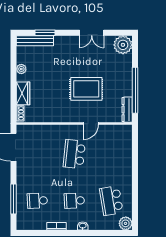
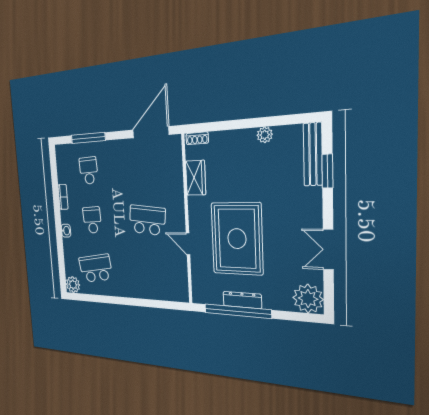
rug: (86, 89) -> (237, 239), width x1.37, depth x1.44
wardrobe: (23, 93) -> (196, 178), moved, turned -90
dresser: (127, 110) -> (242, 300), moved

